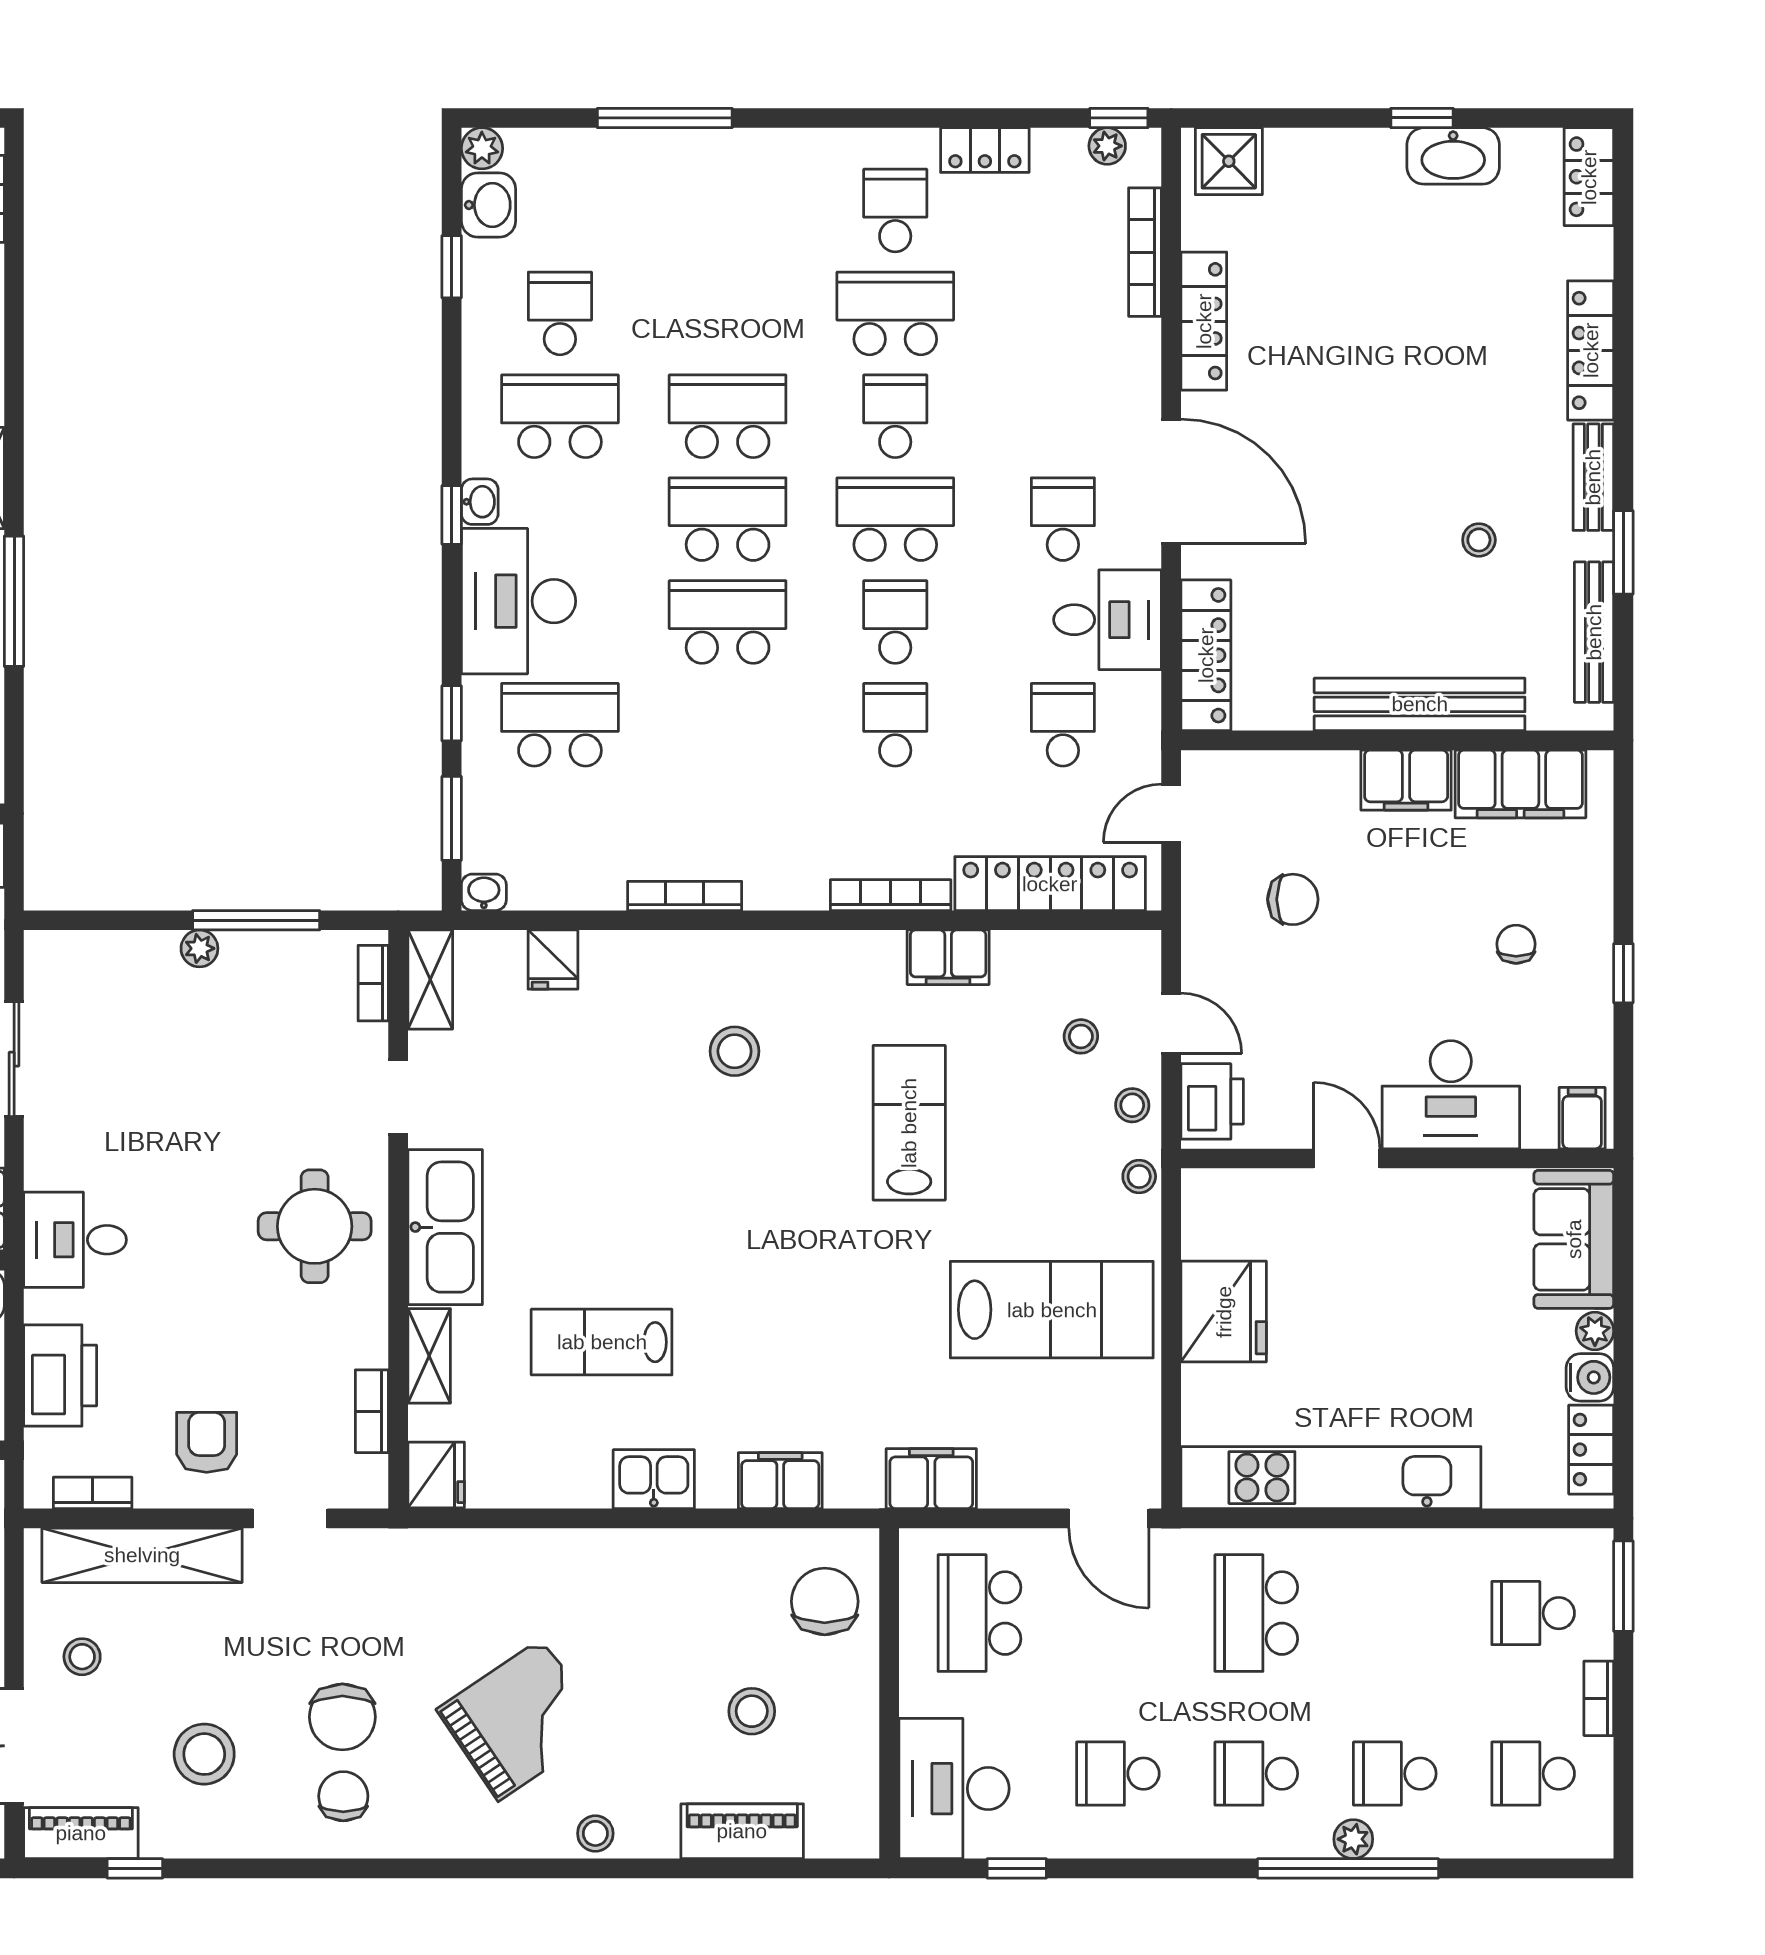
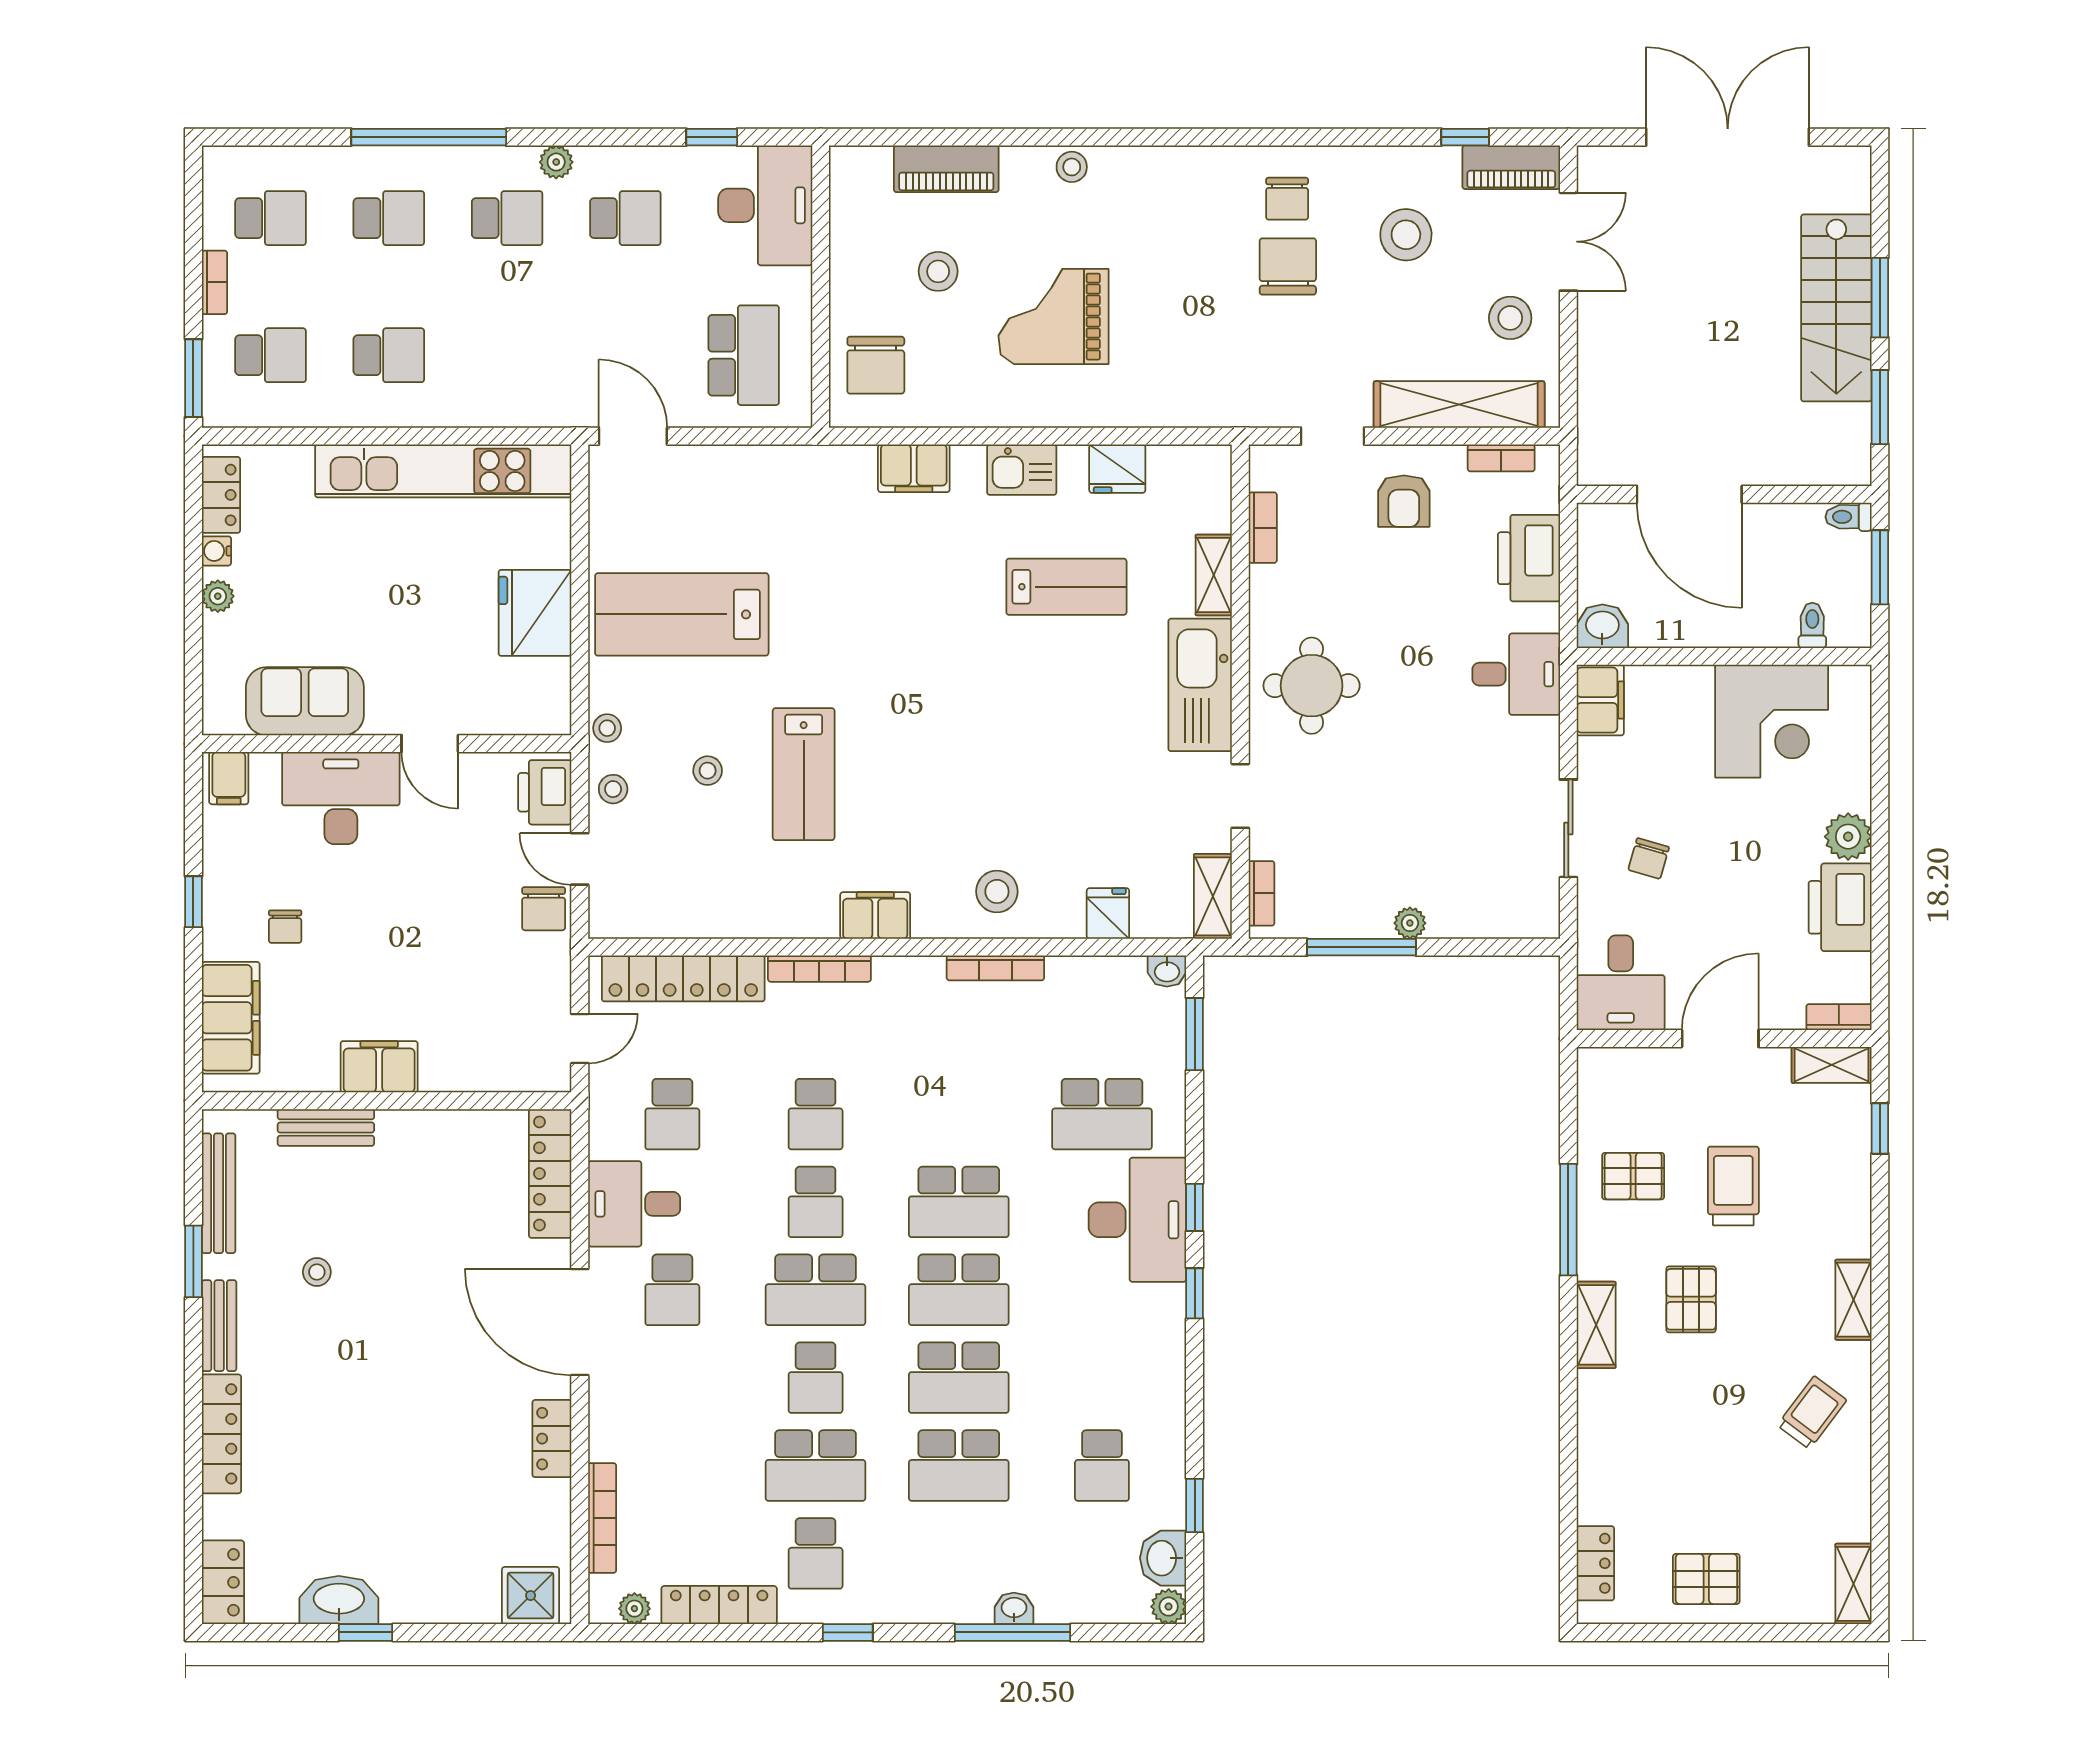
window: (1119, 118) -> (848, 1632), moved
locker: (985, 150) -> (719, 1605), width x1.53
locker: (1204, 321) -> (552, 1439), width x0.66
school desk: (560, 416) -> (959, 1466), moved
washbasin: (480, 502) -> (1014, 1608), moved, turned 90
bench: (1420, 704) -> (326, 1128), width x0.54, depth x0.82
window: (452, 713) -> (1195, 1207), moved
filing cabinet: (1520, 784) -> (231, 1018), moved, turned 90
chair: (1293, 899) -> (544, 909), moved, turned -90
filing cabinet: (948, 957) -> (875, 915), moved
stool: (1081, 1036) -> (708, 771), moved
stool: (735, 1051) -> (997, 891), moved
sofa: (1574, 1239) -> (305, 701), moved, turned -90
water cooler: (1590, 1377) -> (216, 551), width x0.72, depth x0.72
fridge: (436, 1475) -> (1117, 469), moved, turned -90
filing cabinet: (931, 1479) -> (785, 470), removed
school desk: (1256, 1613) -> (389, 355), moved, width x0.54
stool: (82, 1657) -> (1510, 318), width x1.37, depth x1.37
grand piano: (520, 1720) -> (1054, 317), moved, turned 34
plant: (1353, 1839) -> (556, 162), moved

